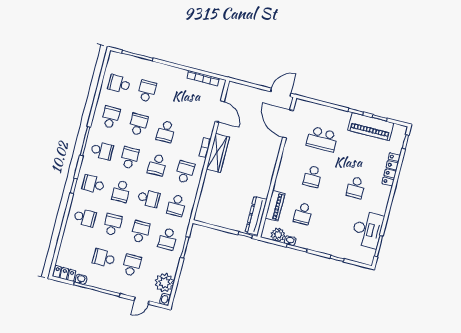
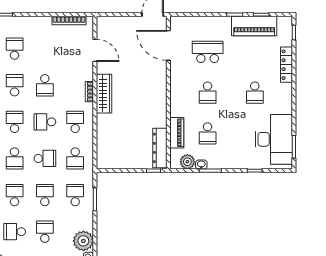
school desk: (322, 139) -> (208, 52), turned 180
school desk: (157, 165) -> (45, 122), turned 90
desk: (367, 229) -> (274, 139), width x1.36, depth x1.30
school desk: (168, 239) -> (75, 195), turned 180

